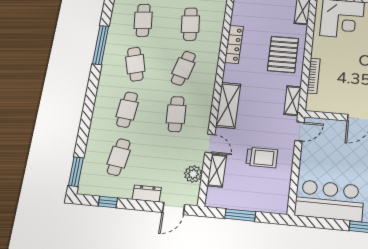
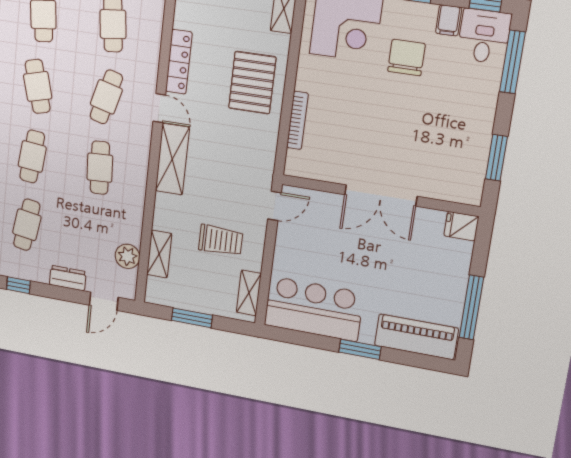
shelving: (293, 101) -> (249, 293), moved
door: (210, 143) -> (159, 108), moved

